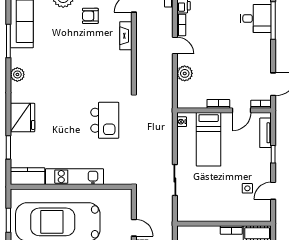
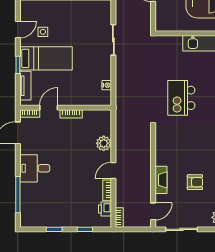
armchair: (90, 16) -> (195, 182), moved
desk: (256, 18) -> (35, 168), moved
door: (175, 46) -> (113, 170), hinge flipped
nightstand: (182, 122) -> (107, 85), moved
bed: (209, 139) -> (46, 58), moved, turned 90

